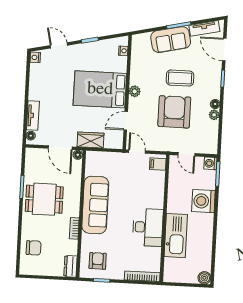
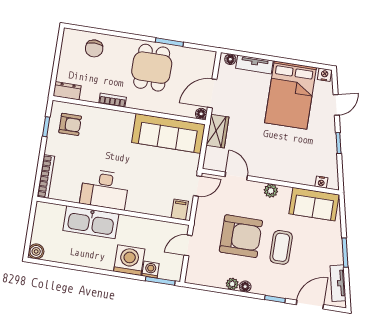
sofa: (171, 40) -> (314, 204), moved, turned -78
bed: (100, 89) -> (291, 95), moved, turned 180
washing machine: (210, 163) -> (151, 270), moved
sofa: (95, 205) -> (168, 133), moved

